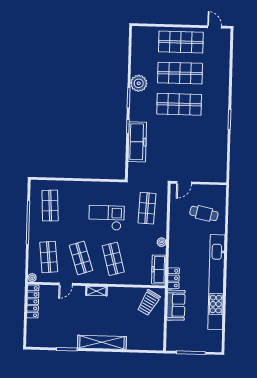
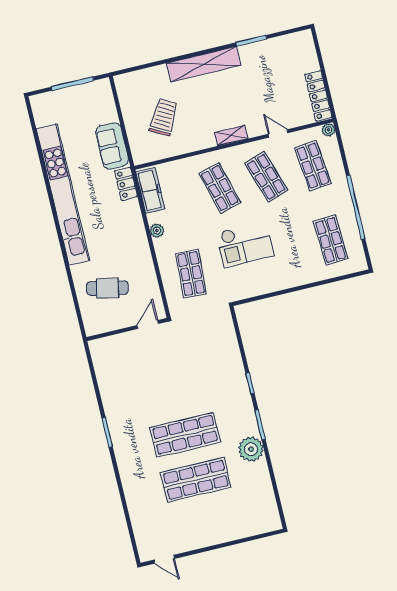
shop shelf: (181, 42) -> (207, 525), removed
freezer: (137, 142) -> (230, 365), removed
door: (66, 284) -> (278, 133), hinge flipped
trolley: (149, 303) -> (164, 117), moved

